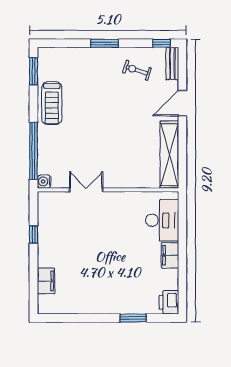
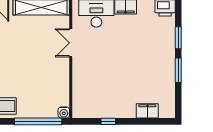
double door: (86, 190) -> (71, 43), moved
window: (95, 318) -> (178, 70), added

